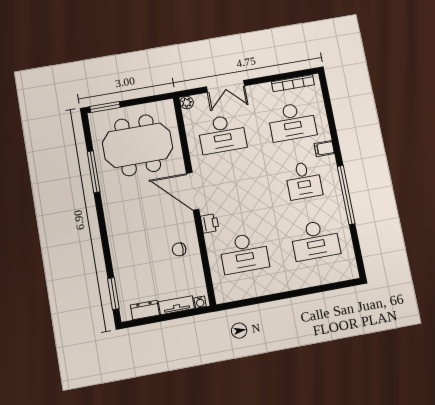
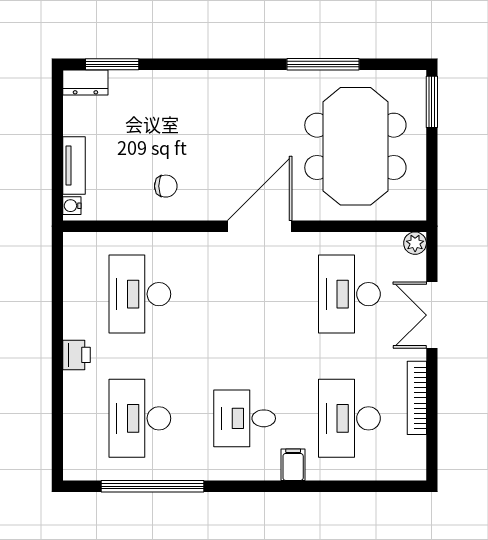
bookcase: (293, 83) -> (417, 398), moved
window: (346, 195) -> (153, 486), moved
printer: (210, 223) -> (77, 355), moved, turned -90
chair: (179, 249) -> (166, 186), turned 90
dresser: (145, 310) -> (85, 82), moved, turned 90

